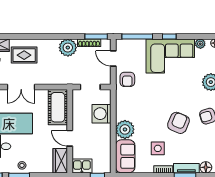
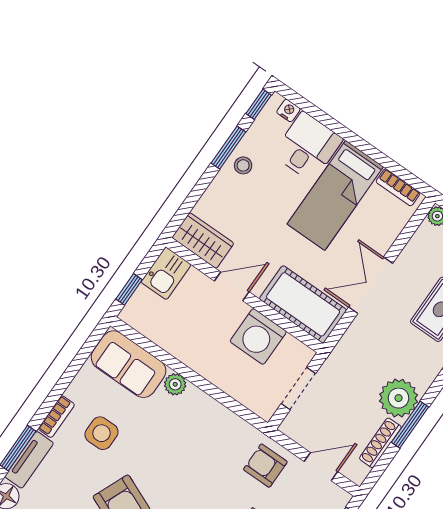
window: (96, 36) -> (410, 425), moved
double door: (21, 87) -> (371, 285), moved
washing machine: (102, 114) -> (258, 336), moved, turned 180
plant: (125, 129) -> (175, 384), width x0.53, depth x0.53

